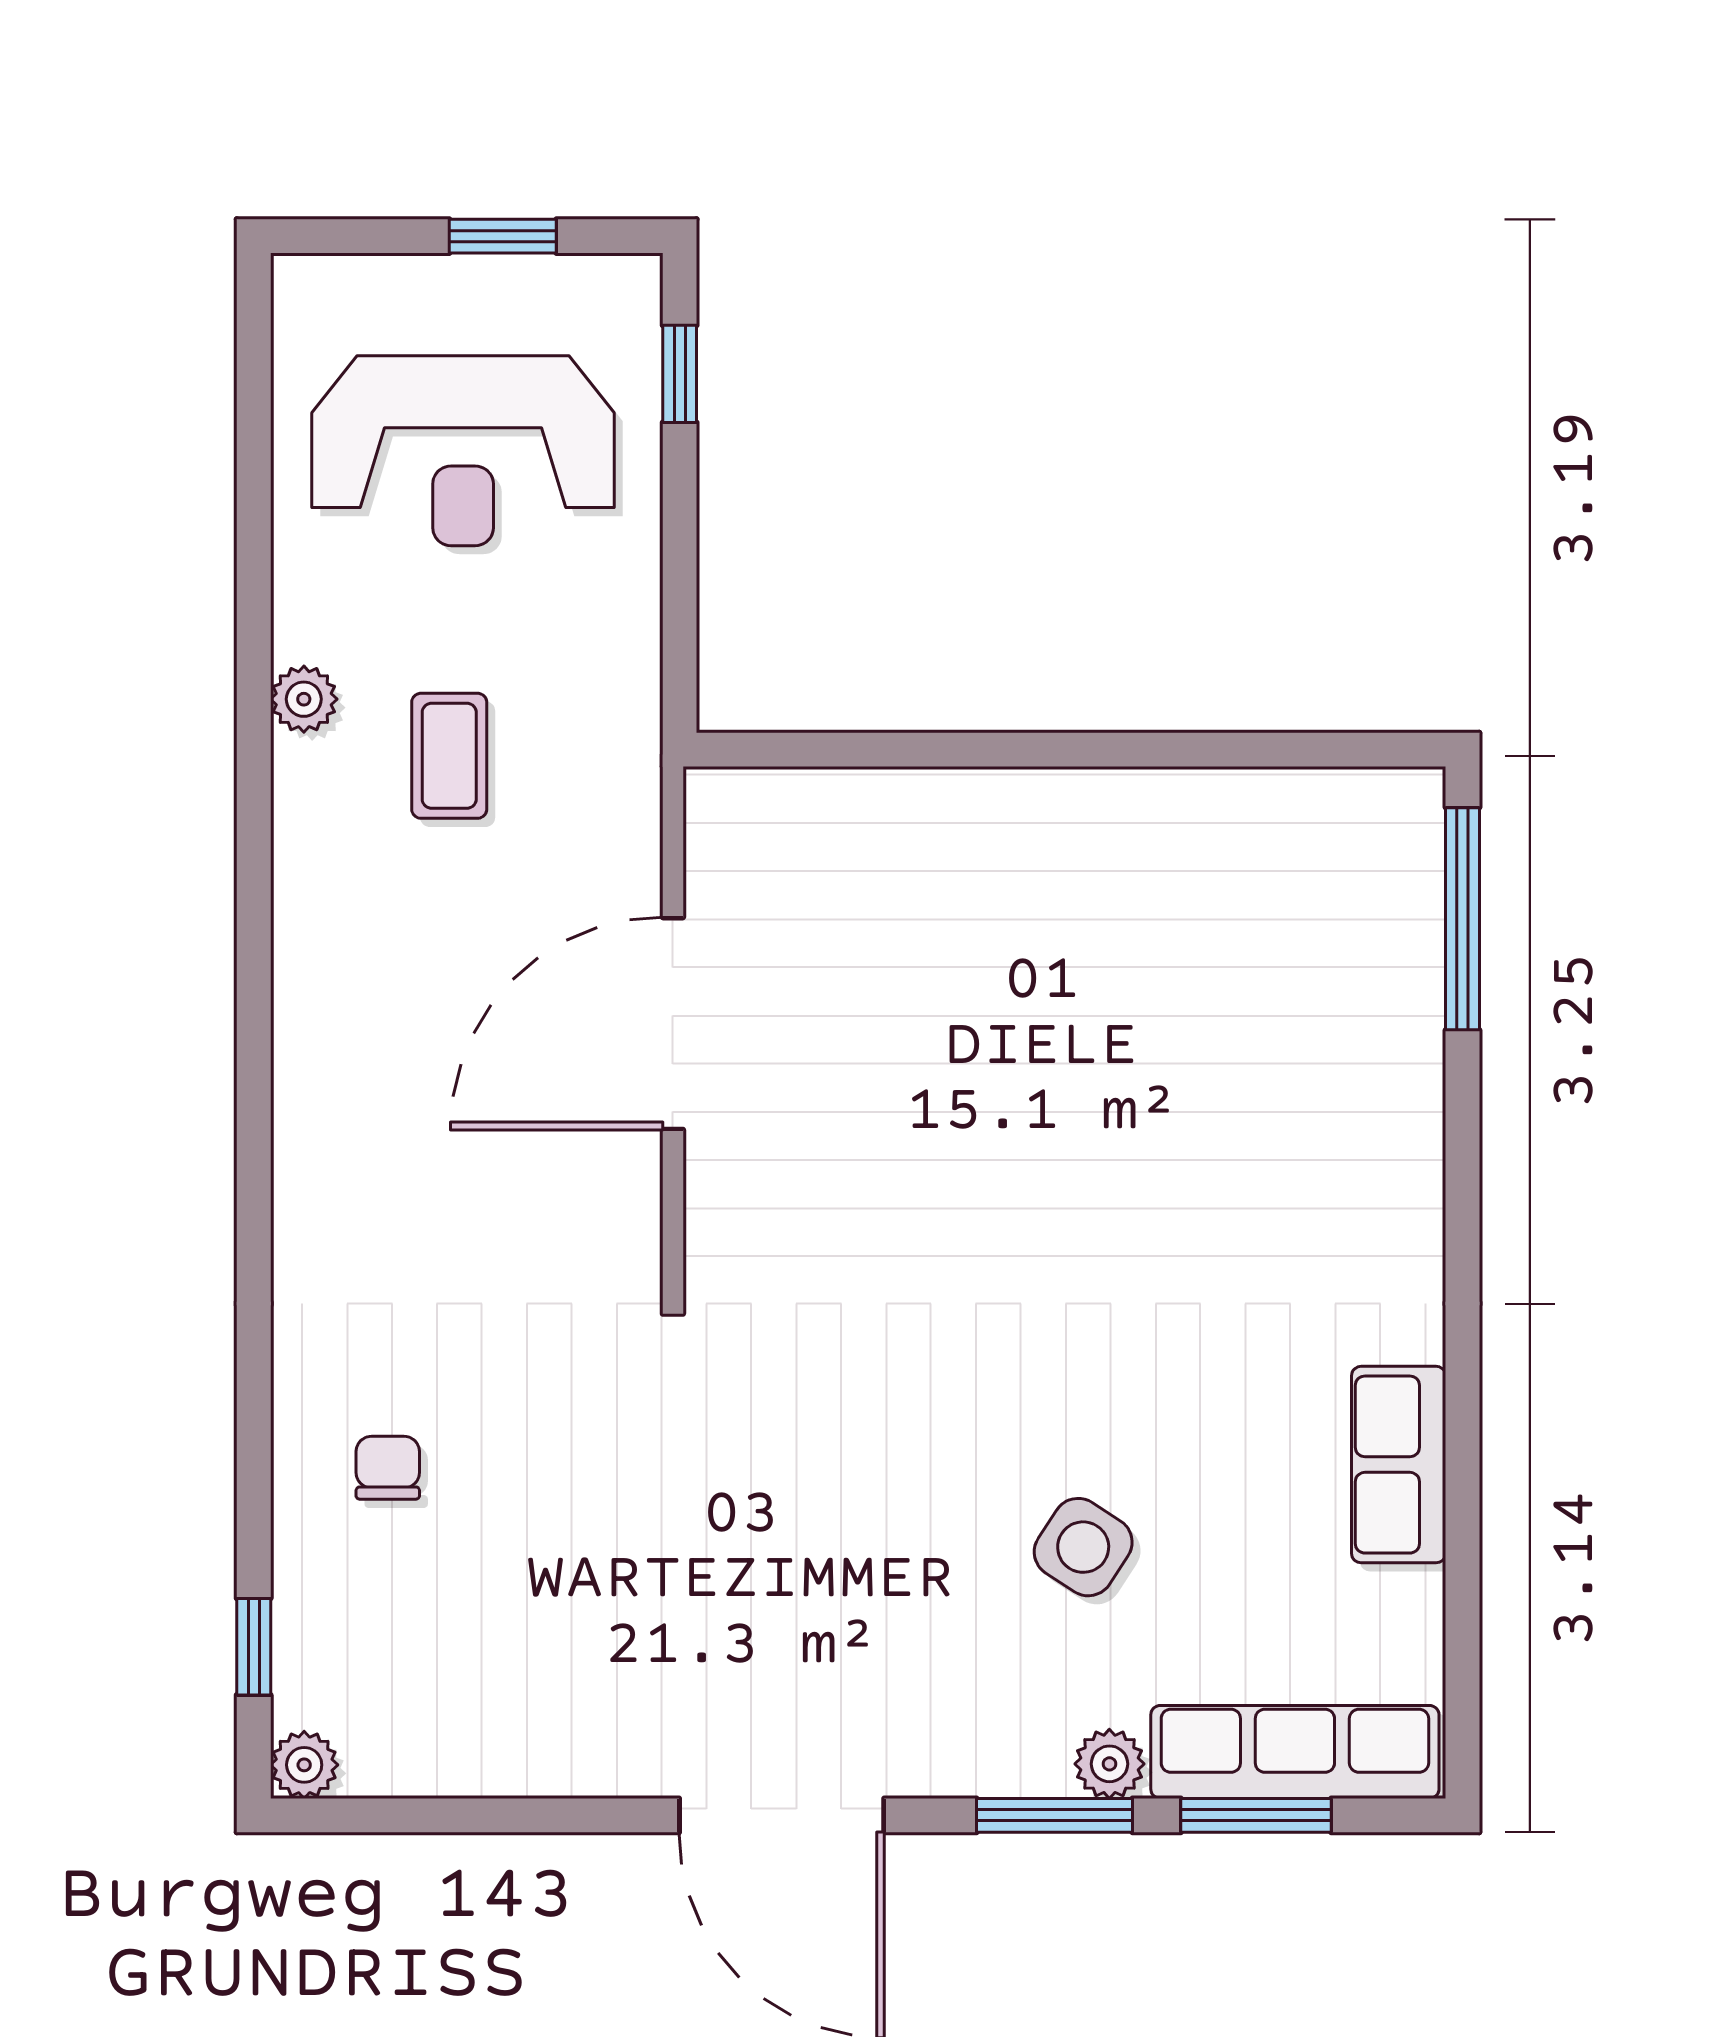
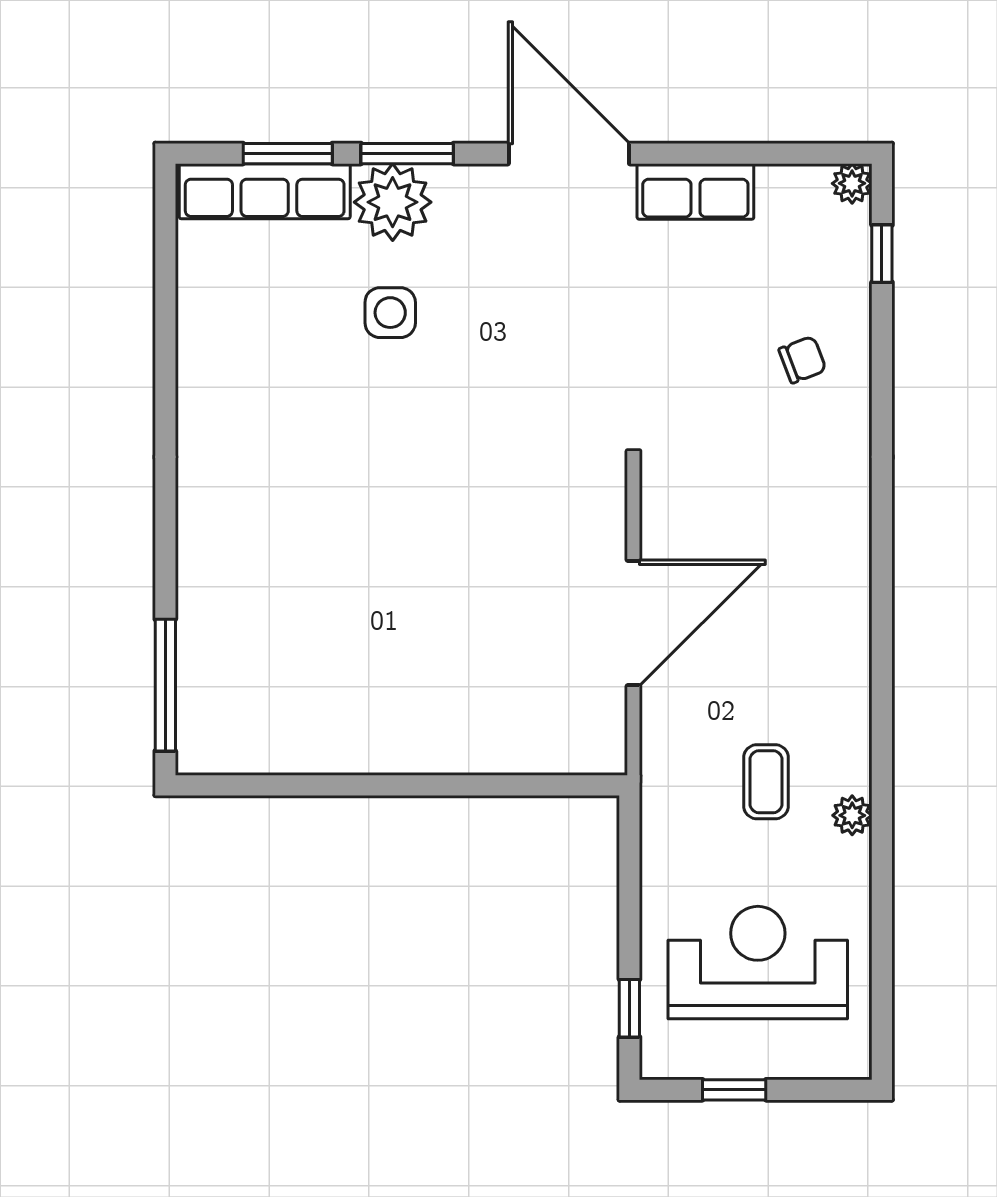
row of seats: (1399, 1465) -> (695, 191), moved, turned 90
chair: (388, 1468) -> (802, 360), turned -111
side table: (1083, 1547) -> (390, 313), turned -33
plant: (1109, 1764) -> (393, 202), width x1.87, depth x1.87

